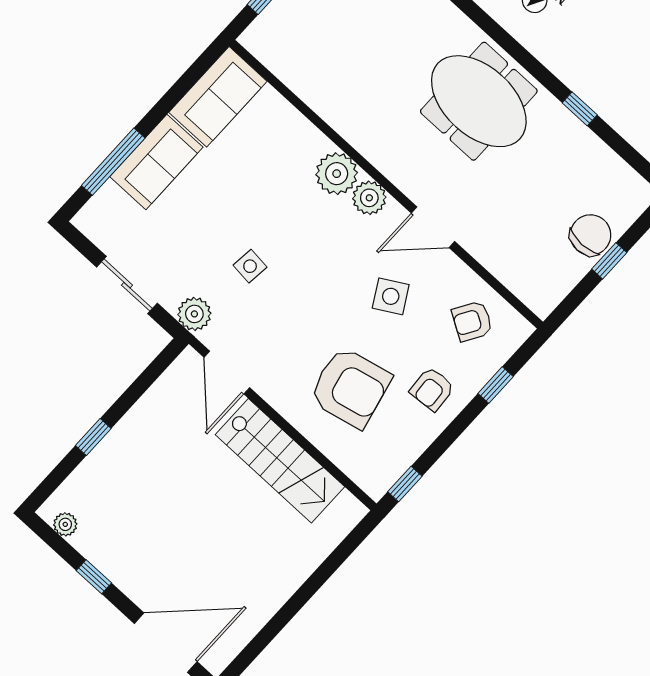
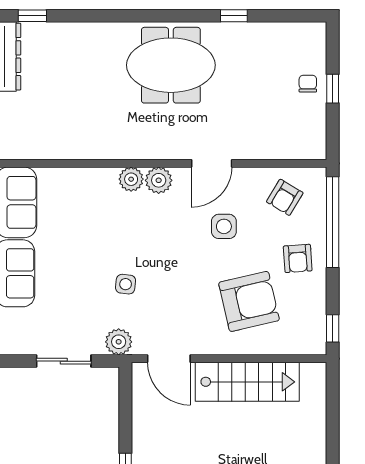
plant: (337, 174) -> (131, 179), width x0.73, depth x0.73
chair: (590, 235) -> (308, 84), width x0.54, depth x0.54
side table: (391, 296) -> (224, 226), turned 30
window: (496, 385) -> (333, 222), width x3.17

